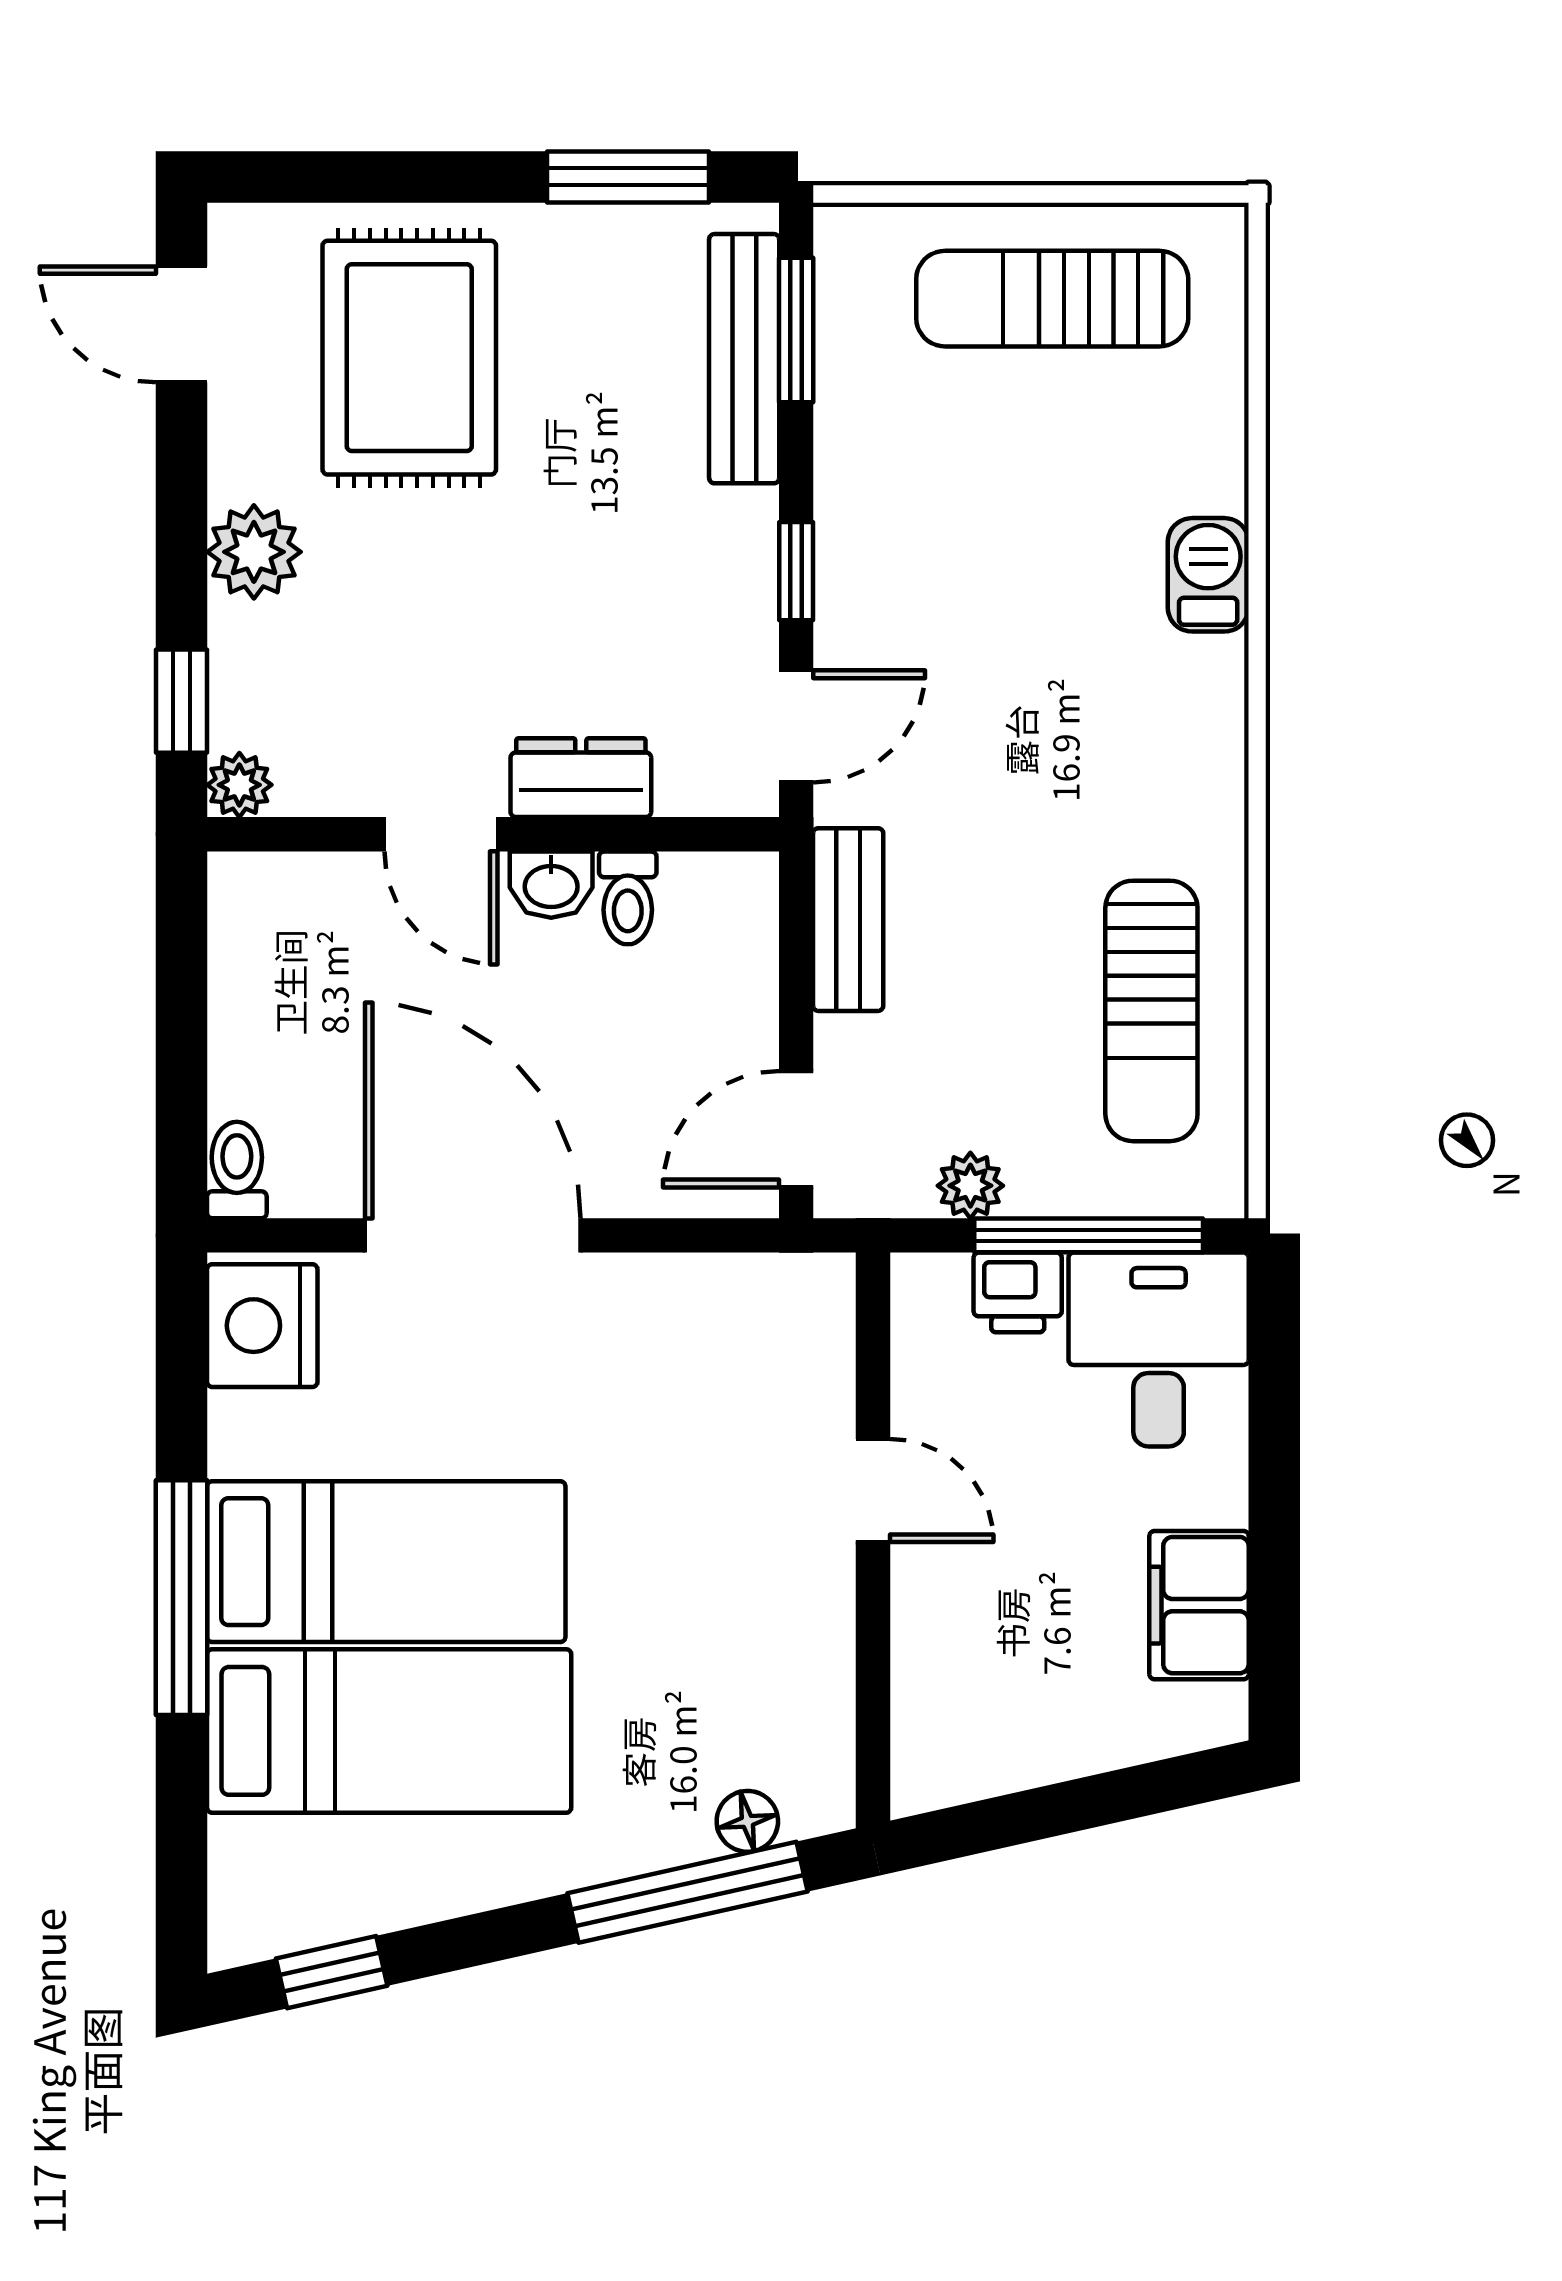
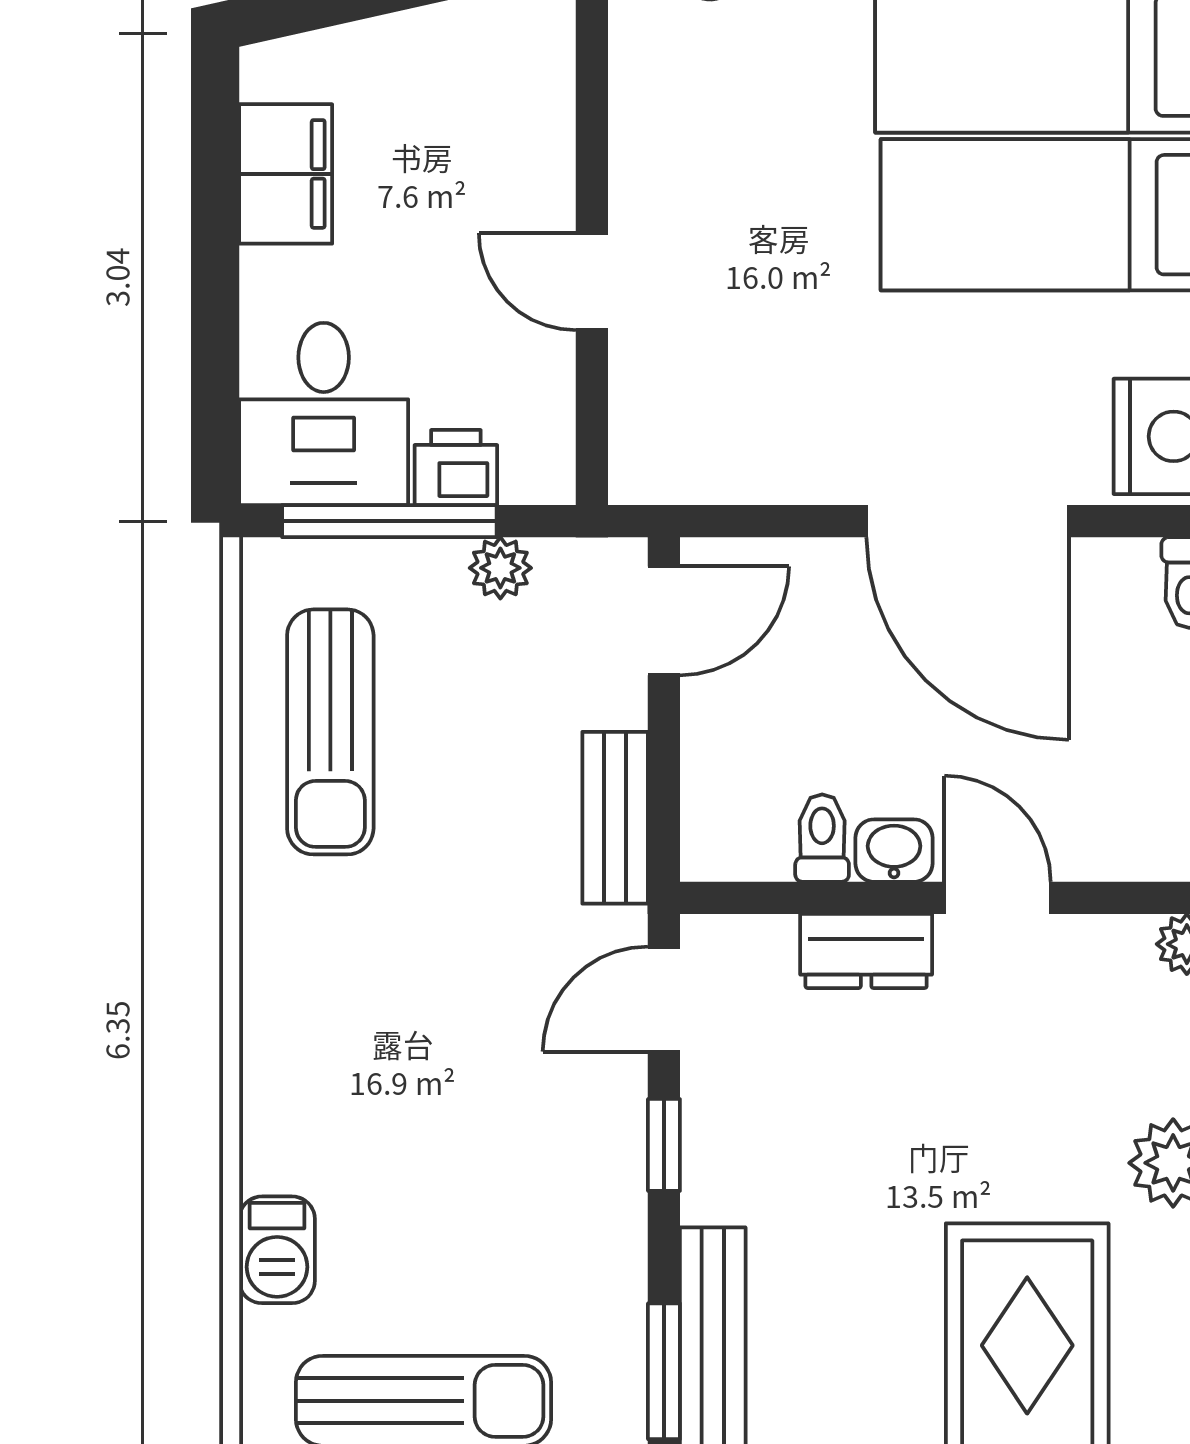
barbecue: (1208, 575) -> (277, 1250), moved
sun lounger: (1151, 1011) -> (330, 732), turned 180

